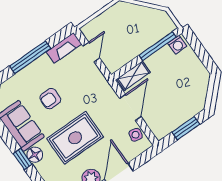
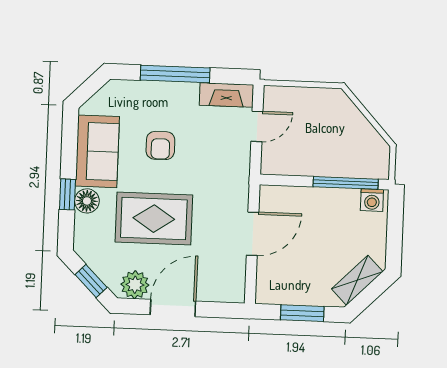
shelving: (133, 76) -> (357, 280), moved, turned -45
armchair: (50, 99) -> (160, 145), turned -90
side table: (136, 135) -> (233, 273), removed

